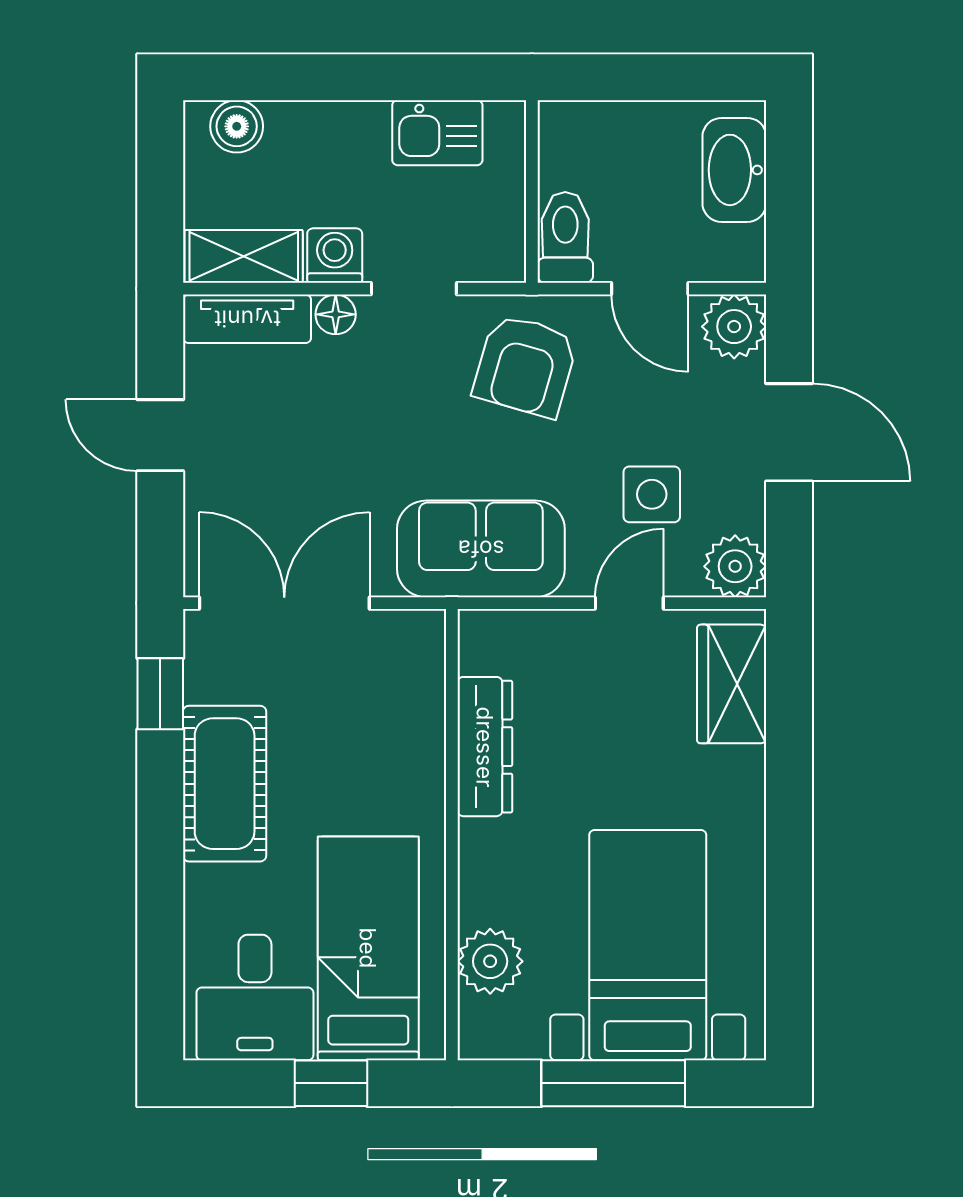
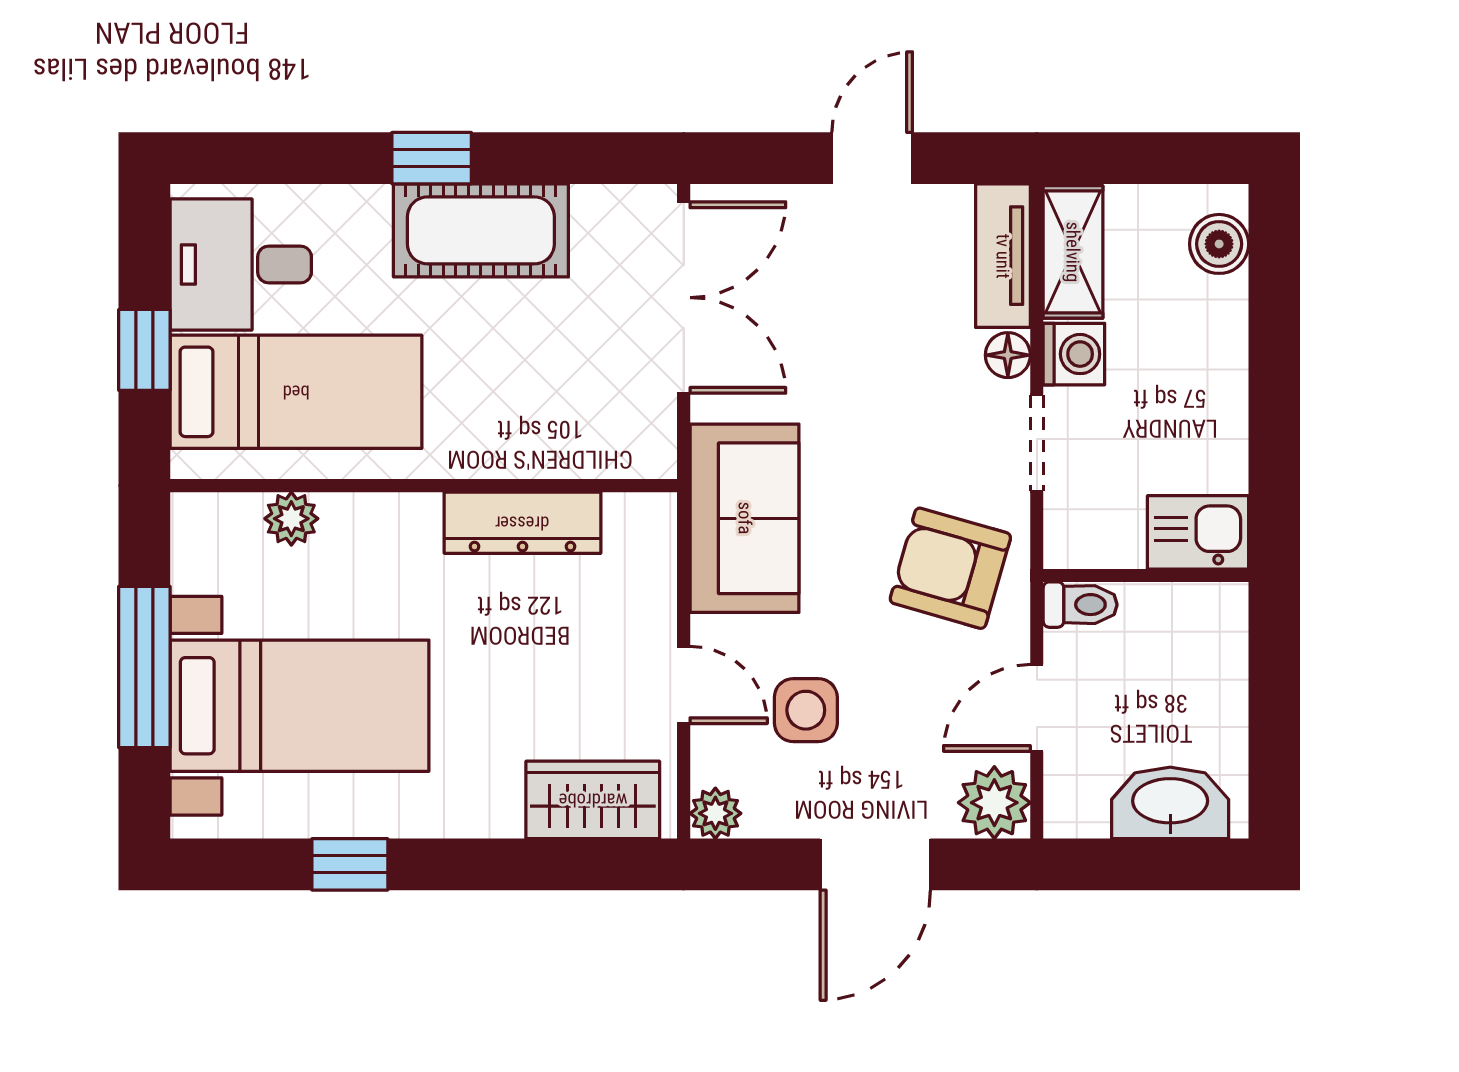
kitchen sink: (437, 133) -> (1198, 532), moved, turned 90
toilet: (565, 237) -> (1080, 605), width x0.73, depth x0.72
plant: (735, 566) -> (715, 813), width x0.73, depth x0.73
window: (160, 694) -> (432, 158), moved
window: (789, 900) -> (350, 864), added
plant: (490, 961) -> (291, 519), width x0.73, depth x0.73

